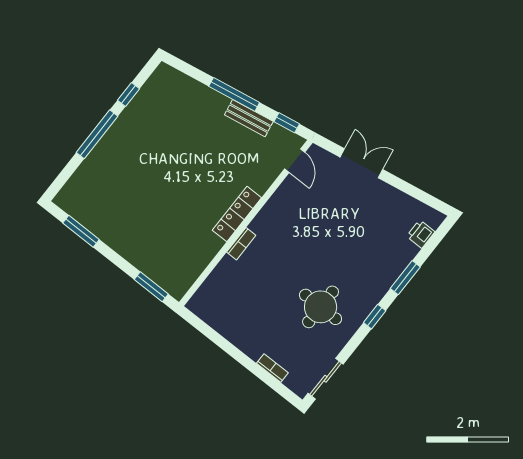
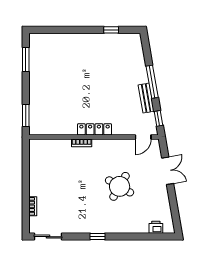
window: (97, 134) -> (79, 30), removed
window: (405, 278) -> (128, 237), removed
round table: (321, 307) -> (120, 186), moved, turned 30

